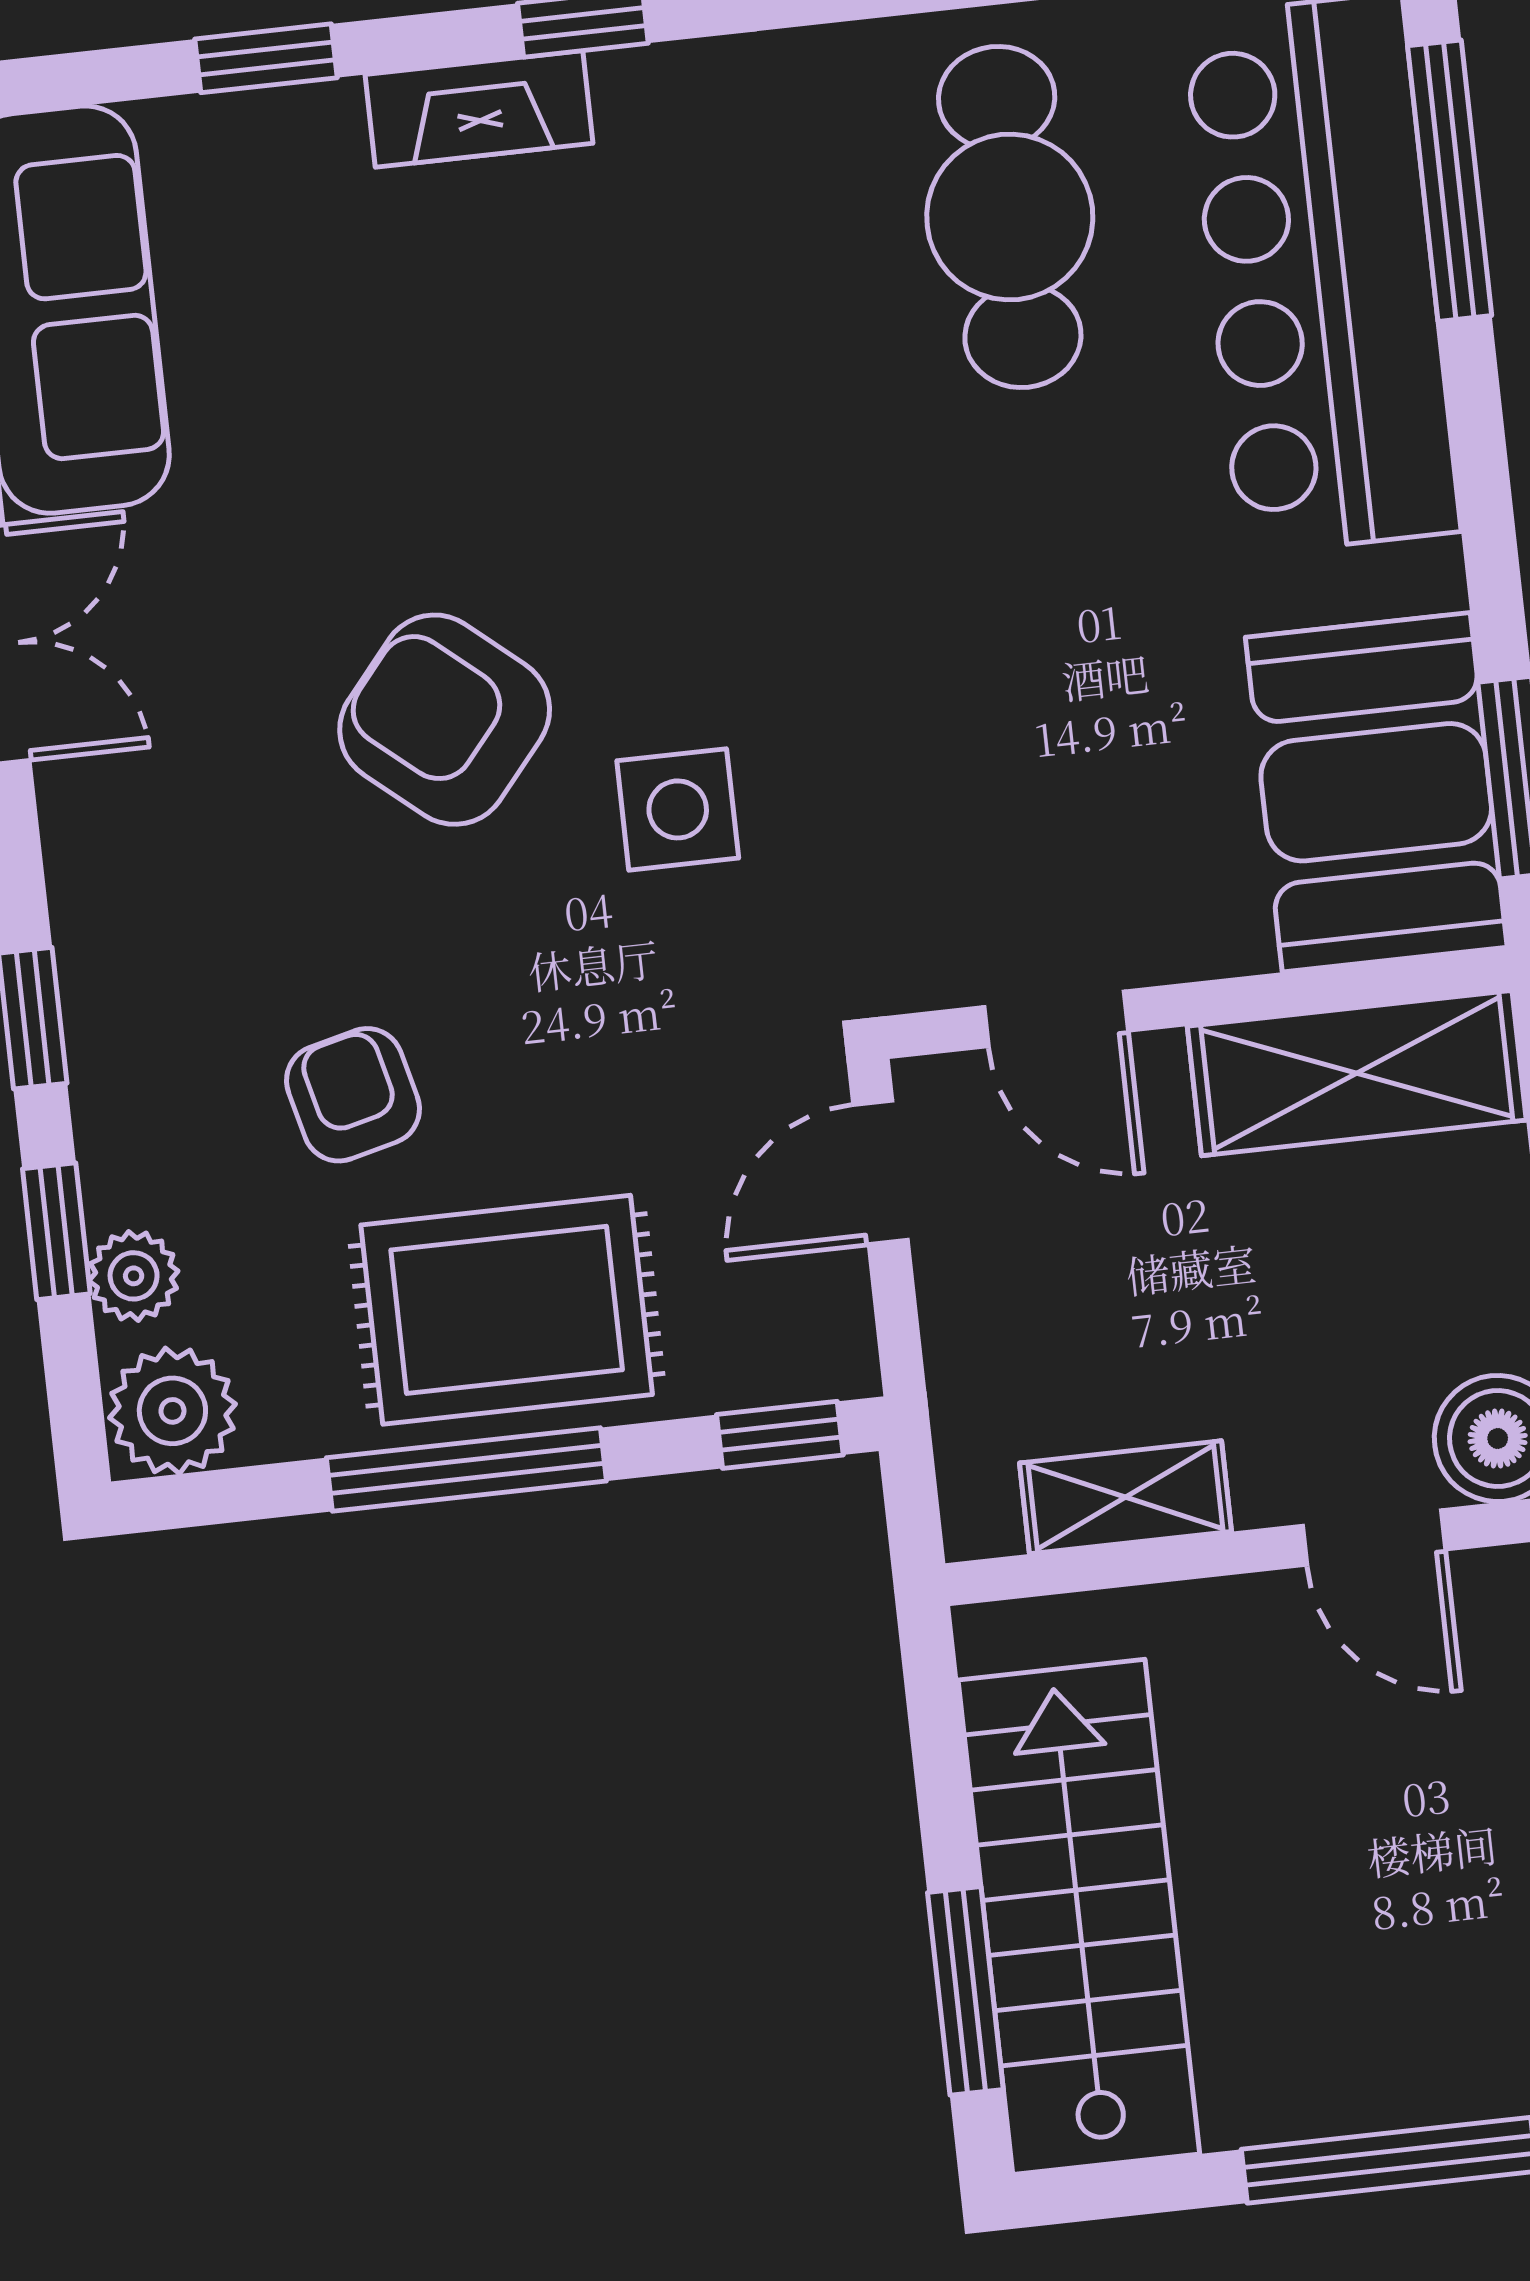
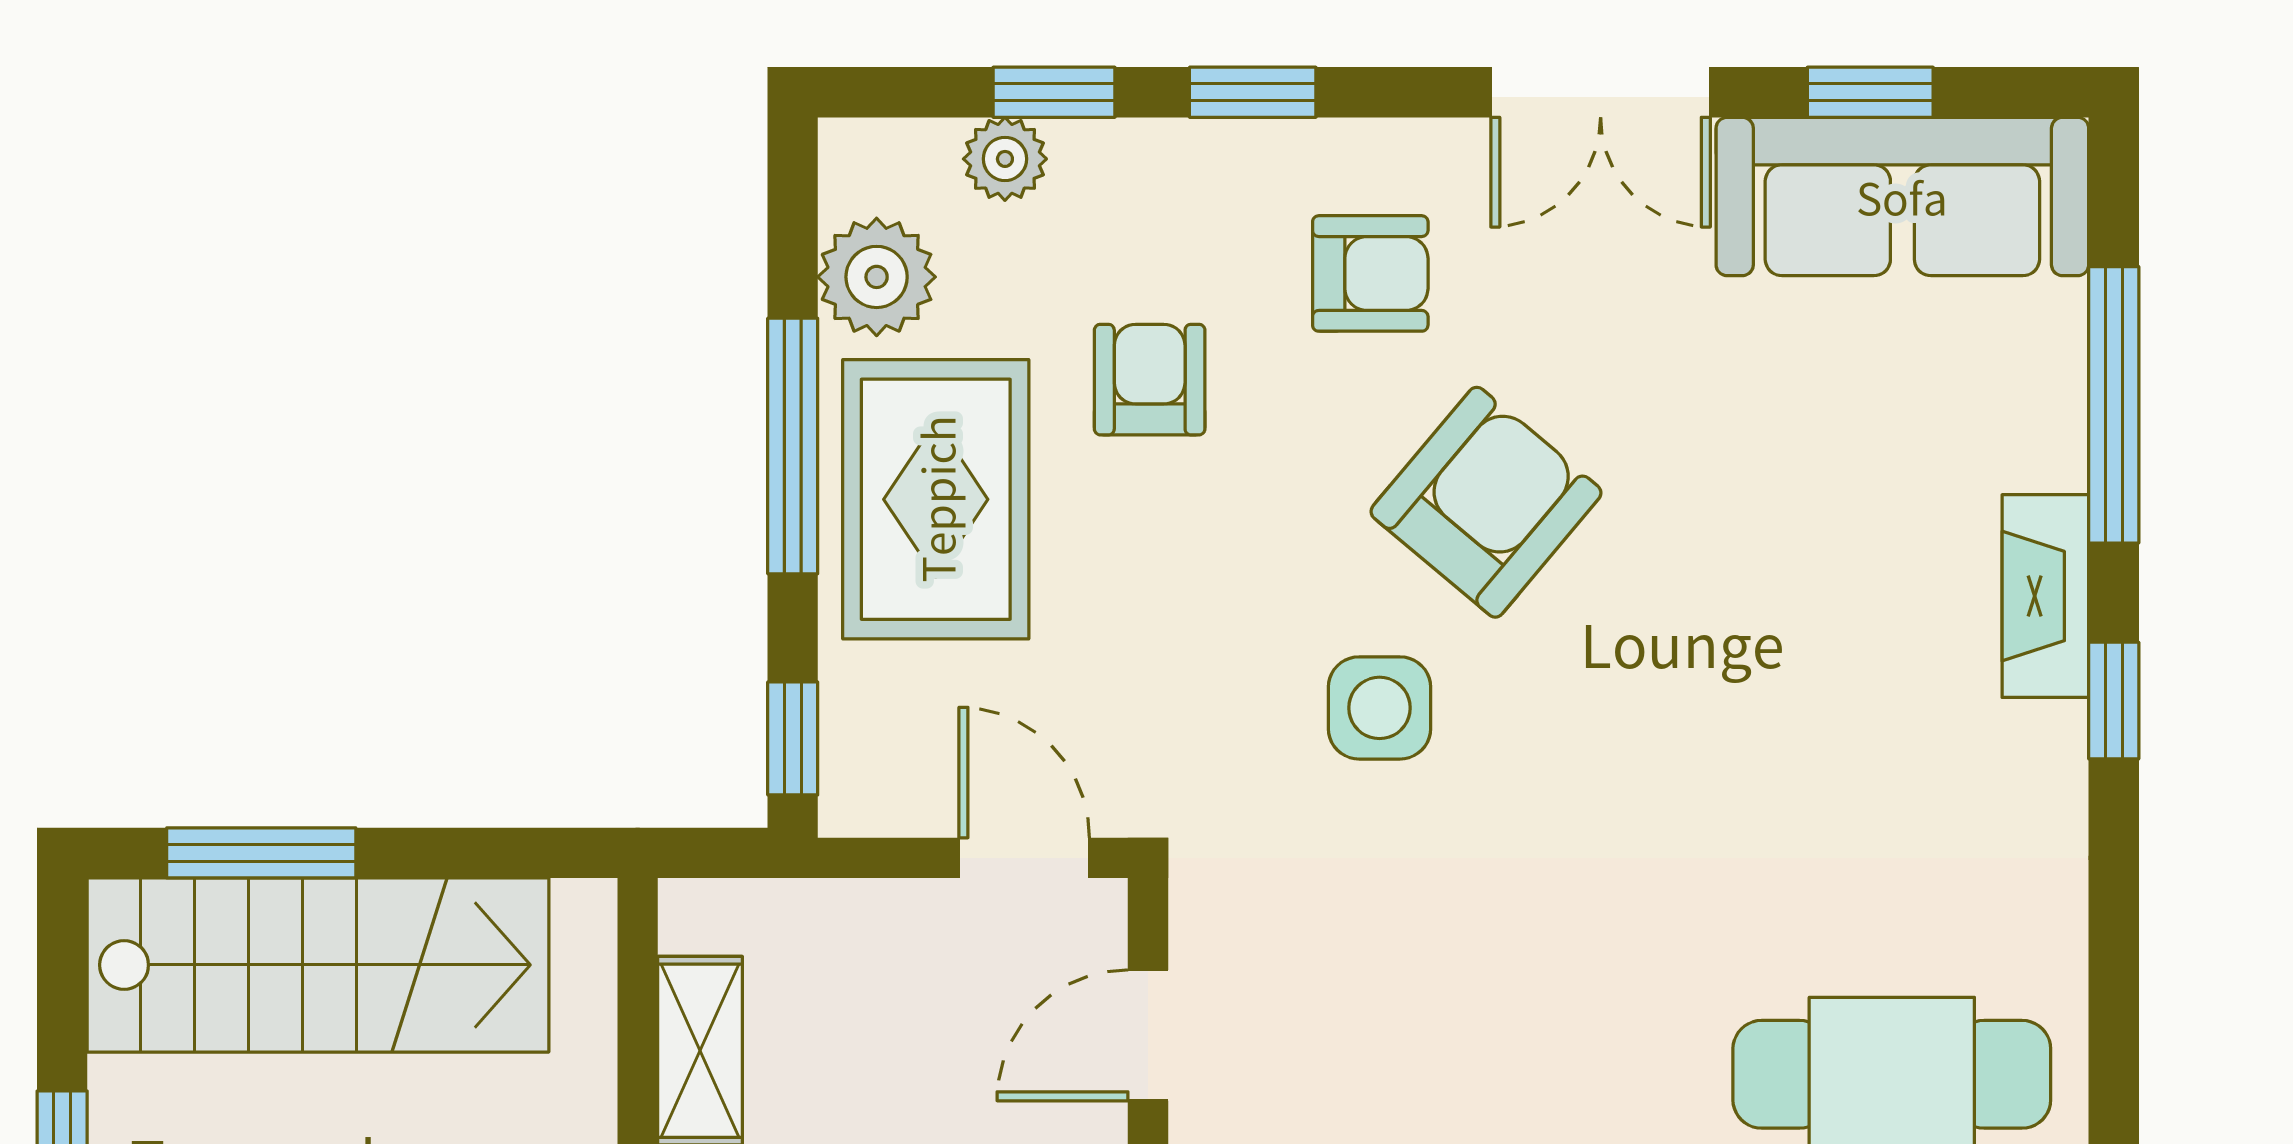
window: (266, 58) -> (2114, 405), width x2.17
armchair: (213, 871) -> (1370, 273), added
armchair: (353, 1095) -> (1150, 380), turned -76
plant: (172, 1411) -> (877, 277), moved

